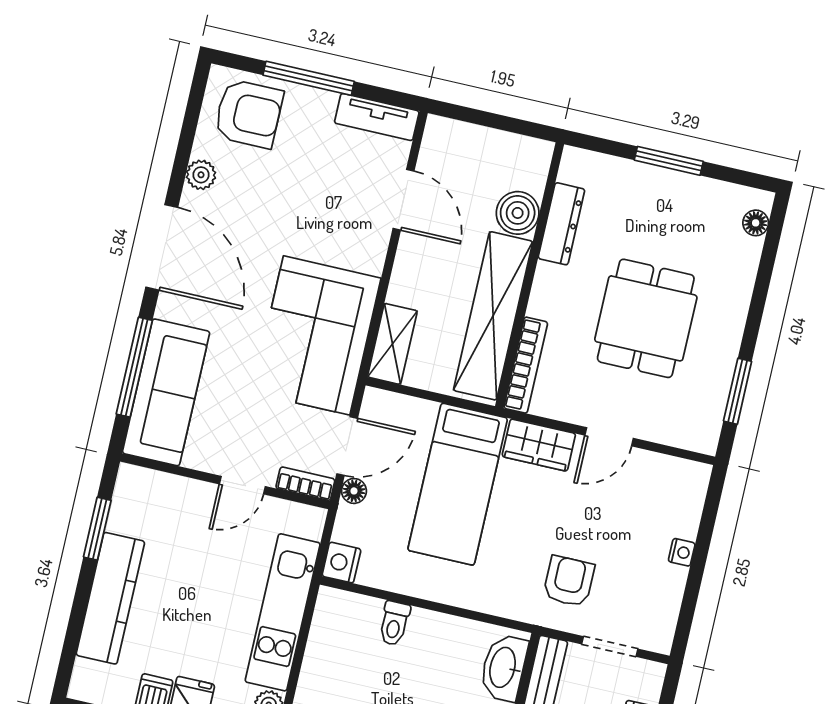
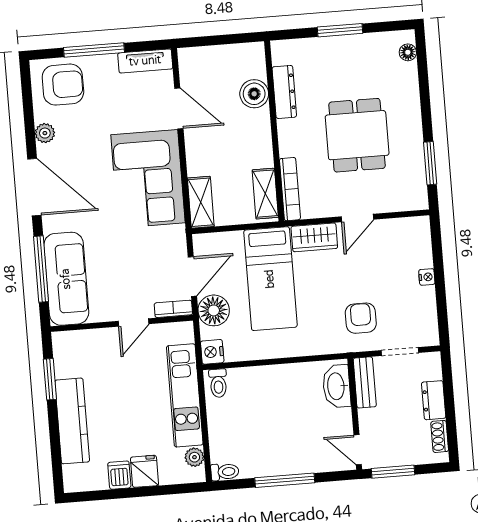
shelving: (493, 316) -> (265, 194), width x0.45, depth x0.75
corner sofa: (317, 335) -> (148, 179), moved
floor lamp: (354, 491) -> (214, 310), width x1.89, depth x1.89
toilet: (394, 623) -> (218, 383), moved

